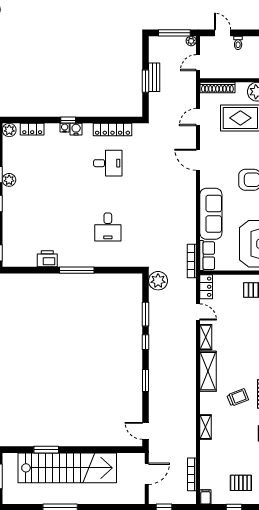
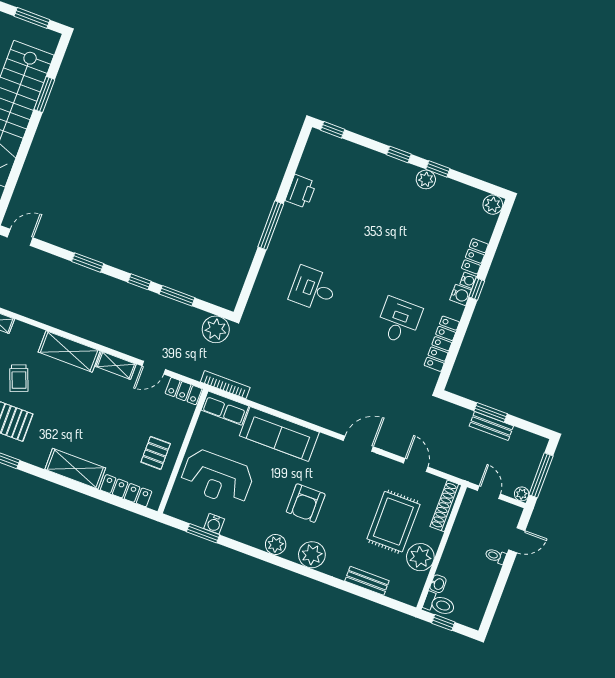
locker: (32, 129) -> (475, 256), moved
desk: (108, 163) -> (399, 321), turned 180

